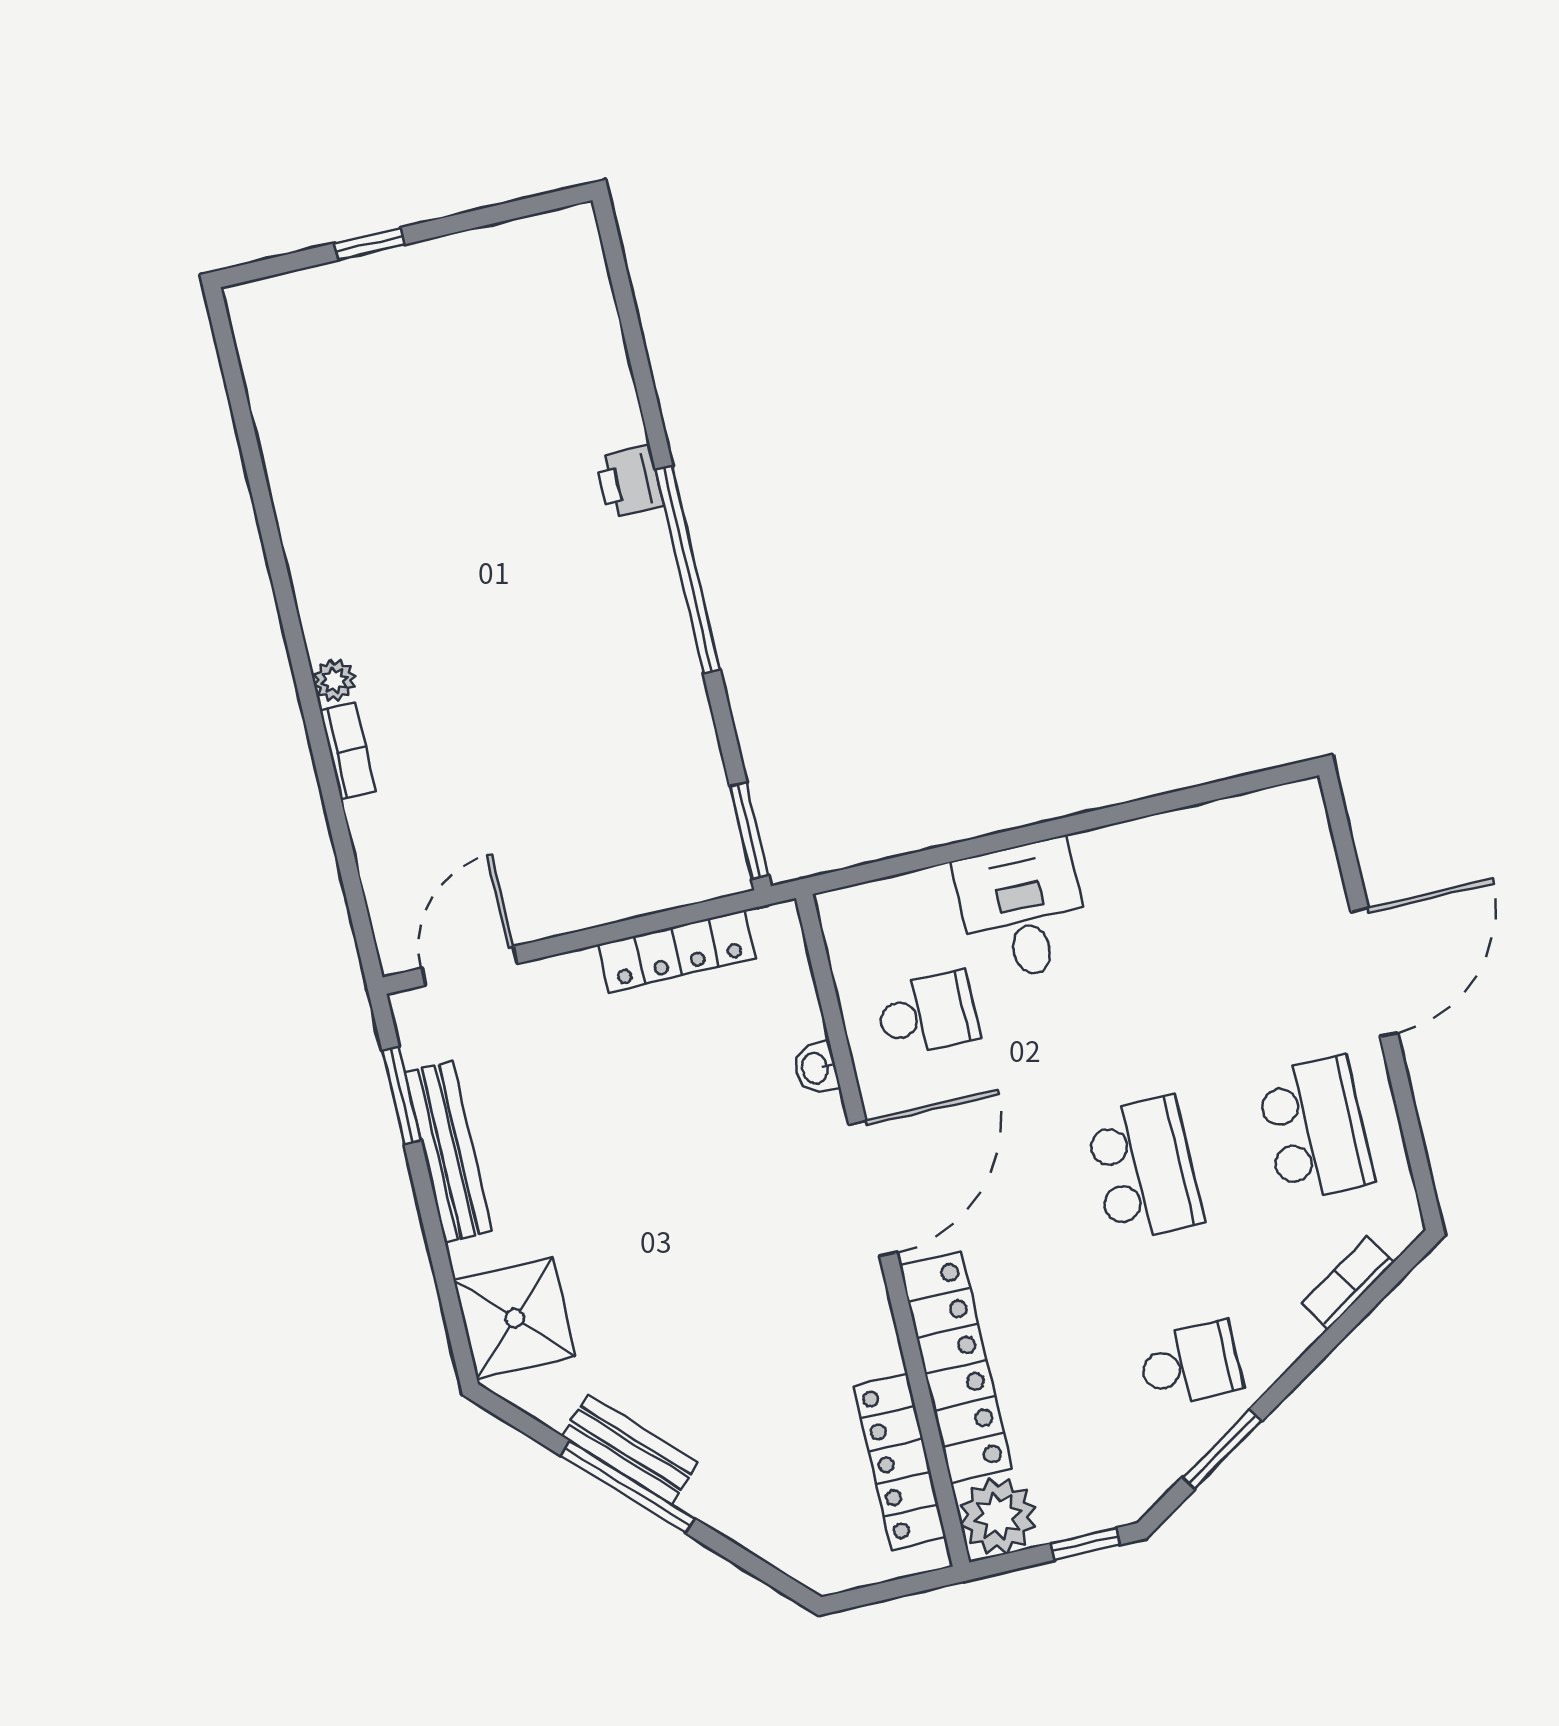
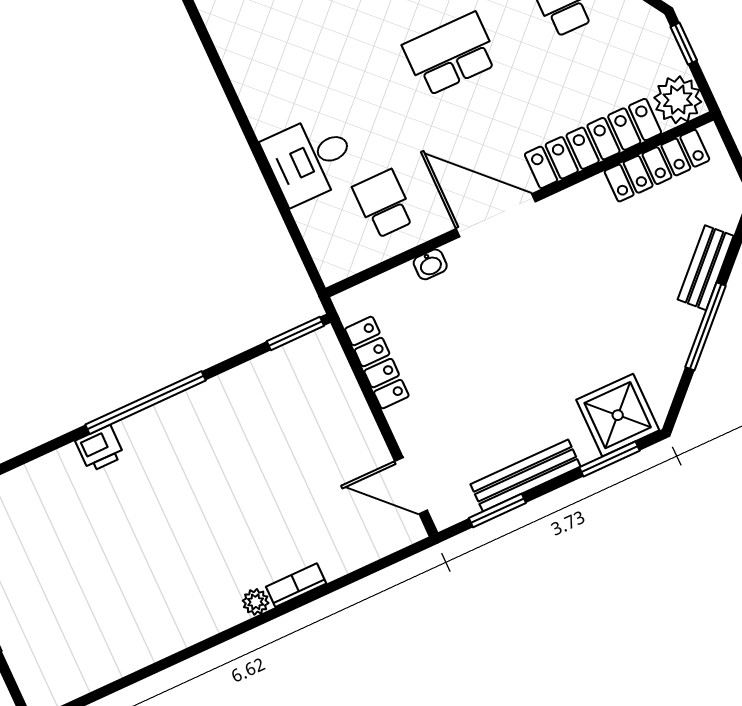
window: (447, 1291) -> (609, 459), added
bench: (630, 1449) -> (706, 268), moved

